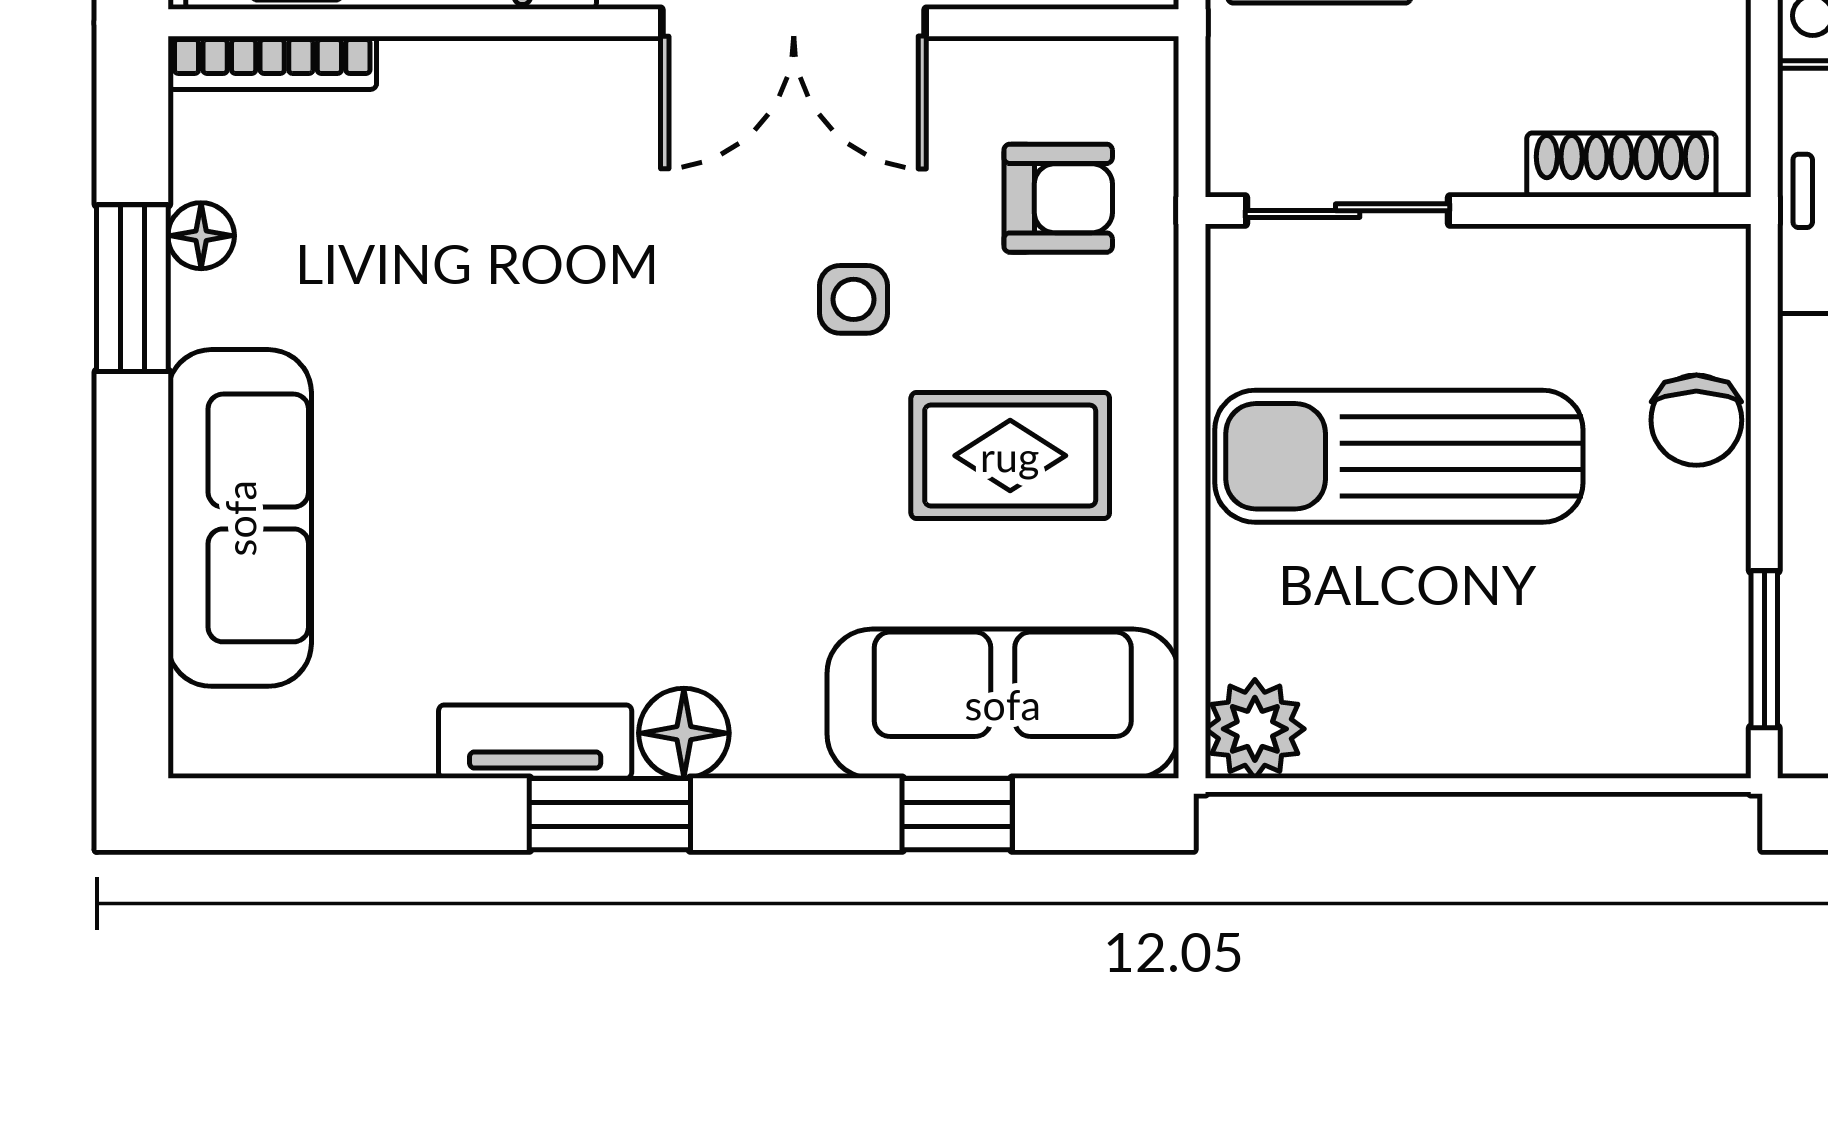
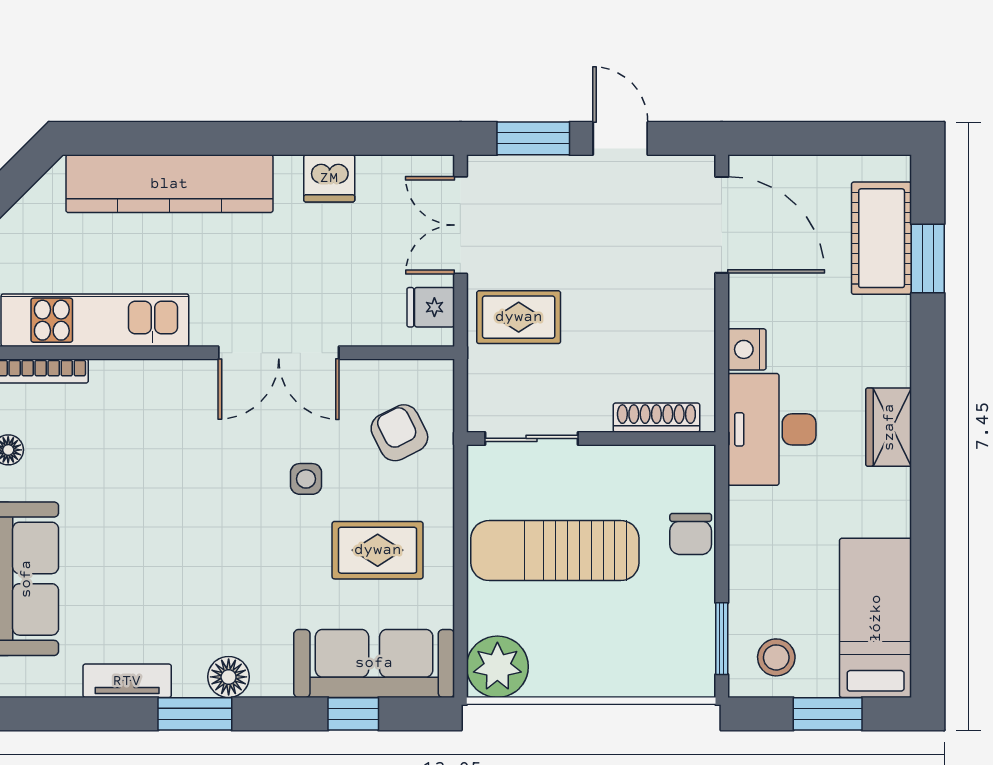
armchair: (1058, 198) -> (399, 433), turned -117
plant: (1255, 729) -> (497, 667), width x1.36, depth x1.36
tv unit: (535, 742) -> (127, 681), moved

